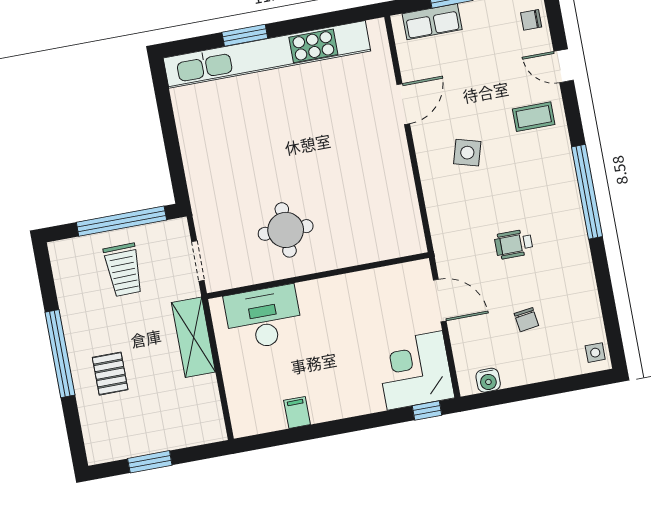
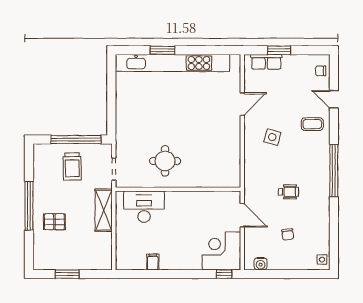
wheelchair: (514, 244) -> (288, 192), turned 180
pallet: (110, 374) -> (54, 222), turned 90

